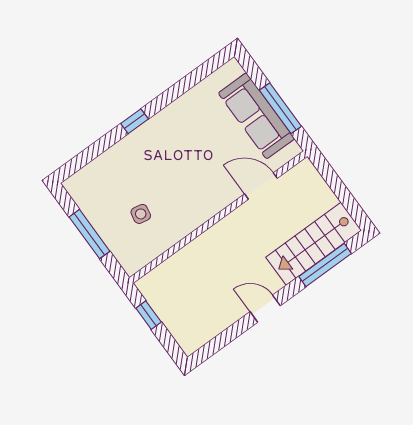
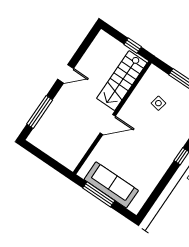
door: (261, 186) -> (108, 124), moved
stairs: (314, 244) -> (122, 81), moved, turned 180

